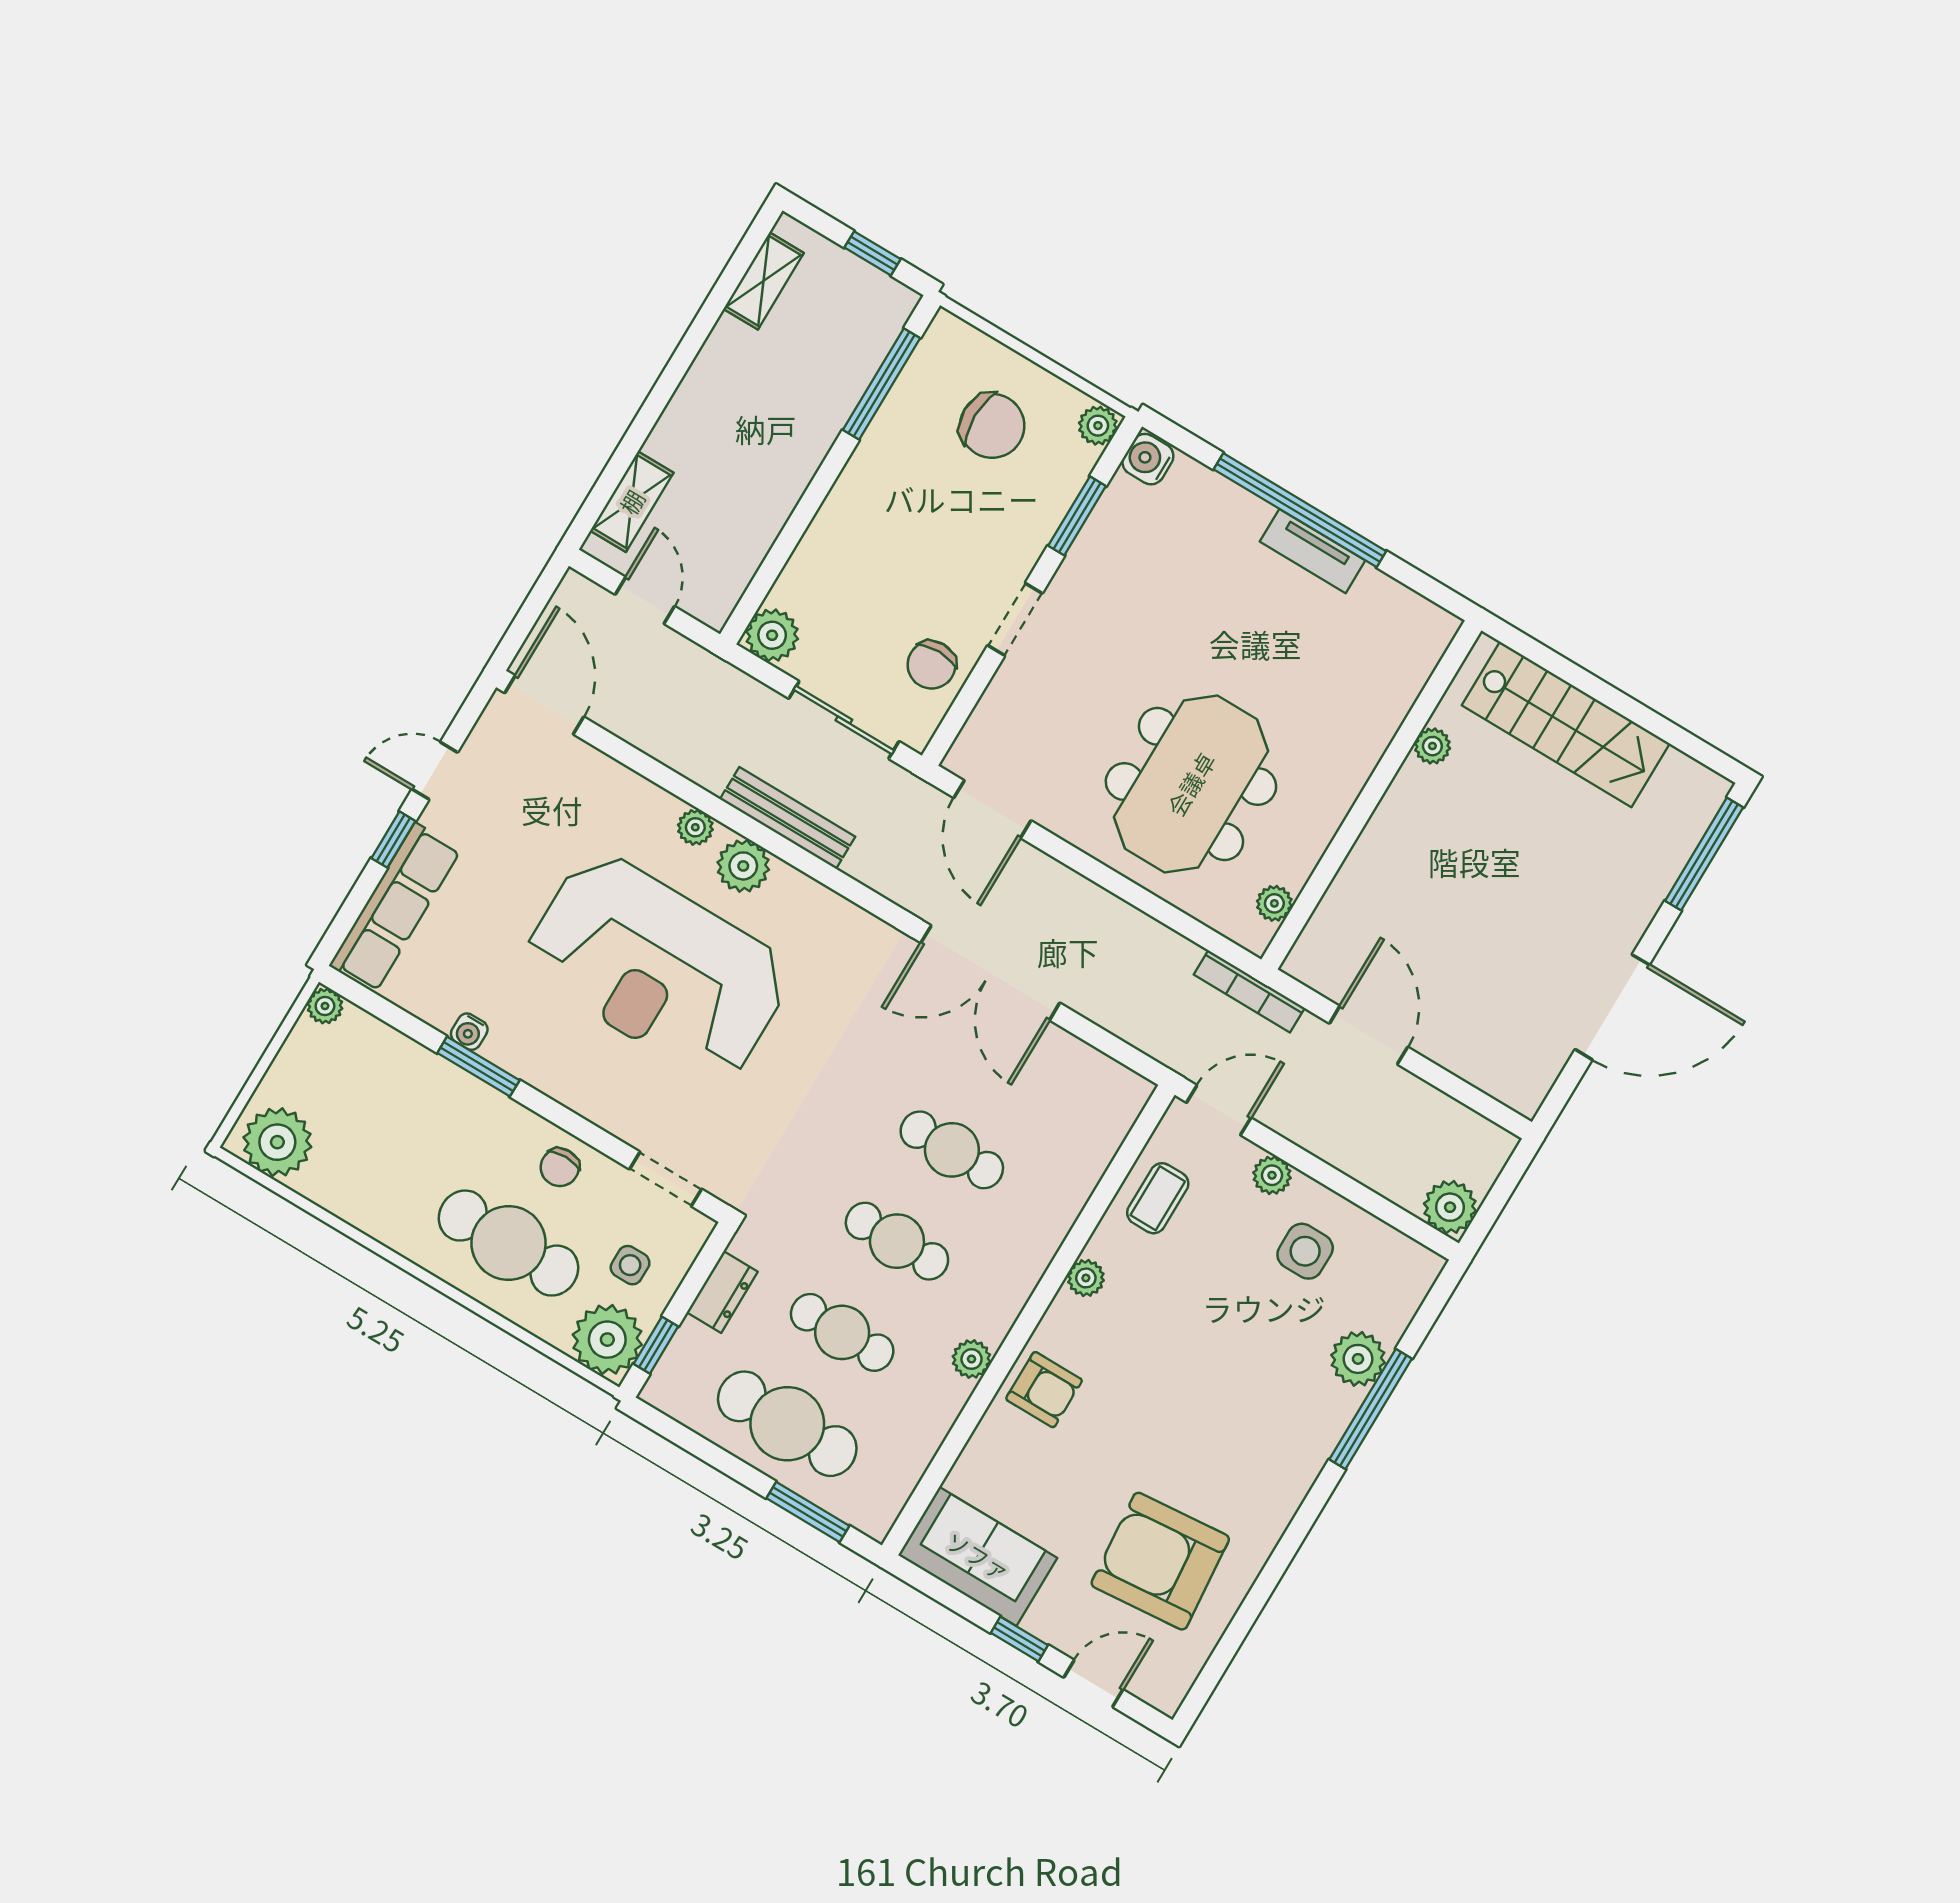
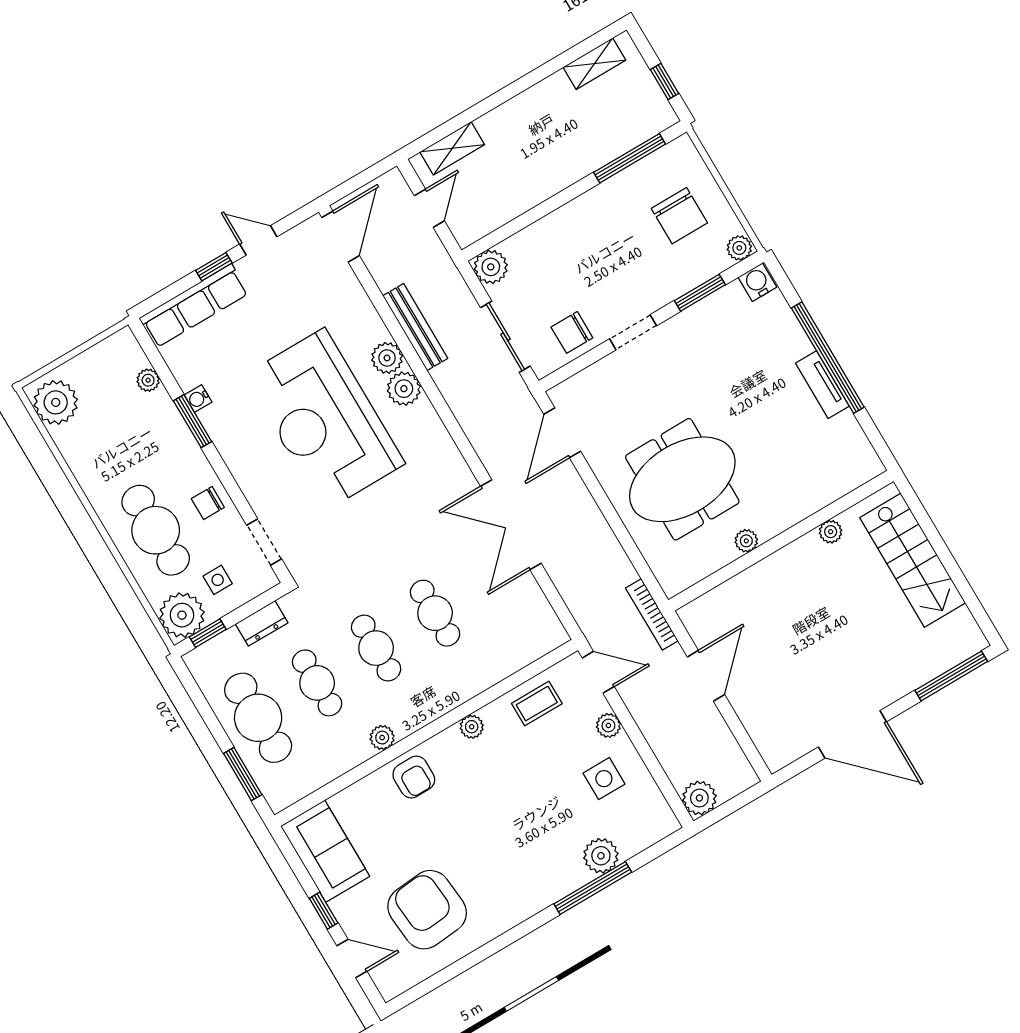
bench: (788, 818) -> (415, 327), moved
plant: (695, 827) -> (387, 358), width x1.38, depth x1.38
plant: (1274, 903) -> (746, 541), moved
plant: (325, 1006) -> (148, 380), moved

